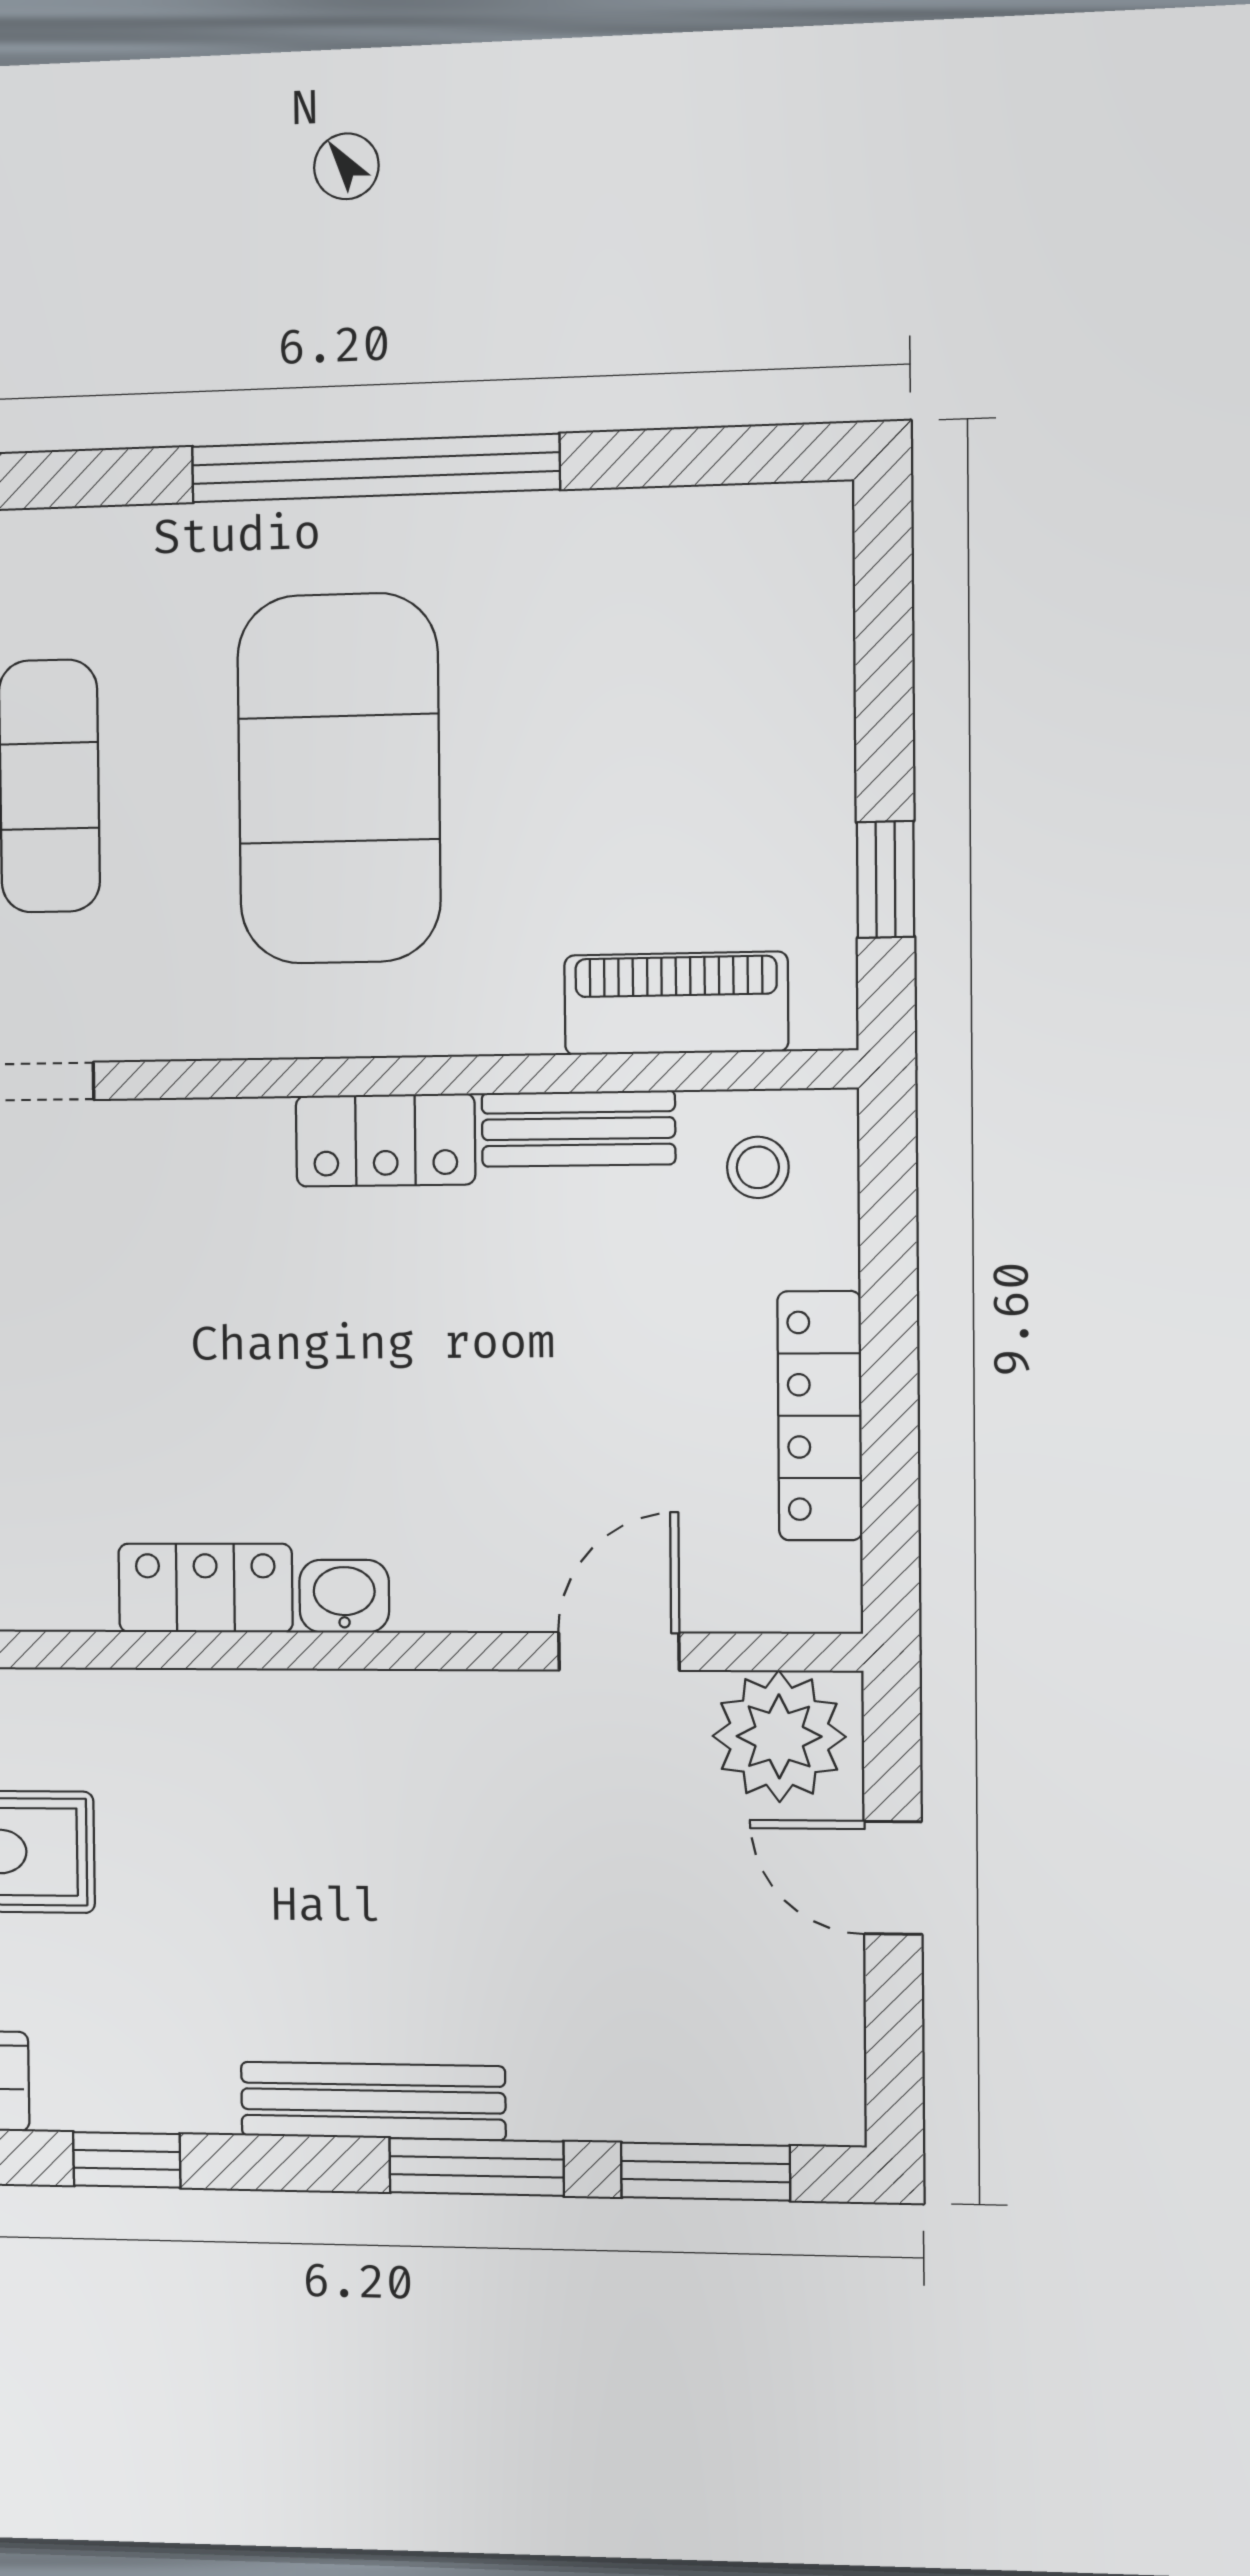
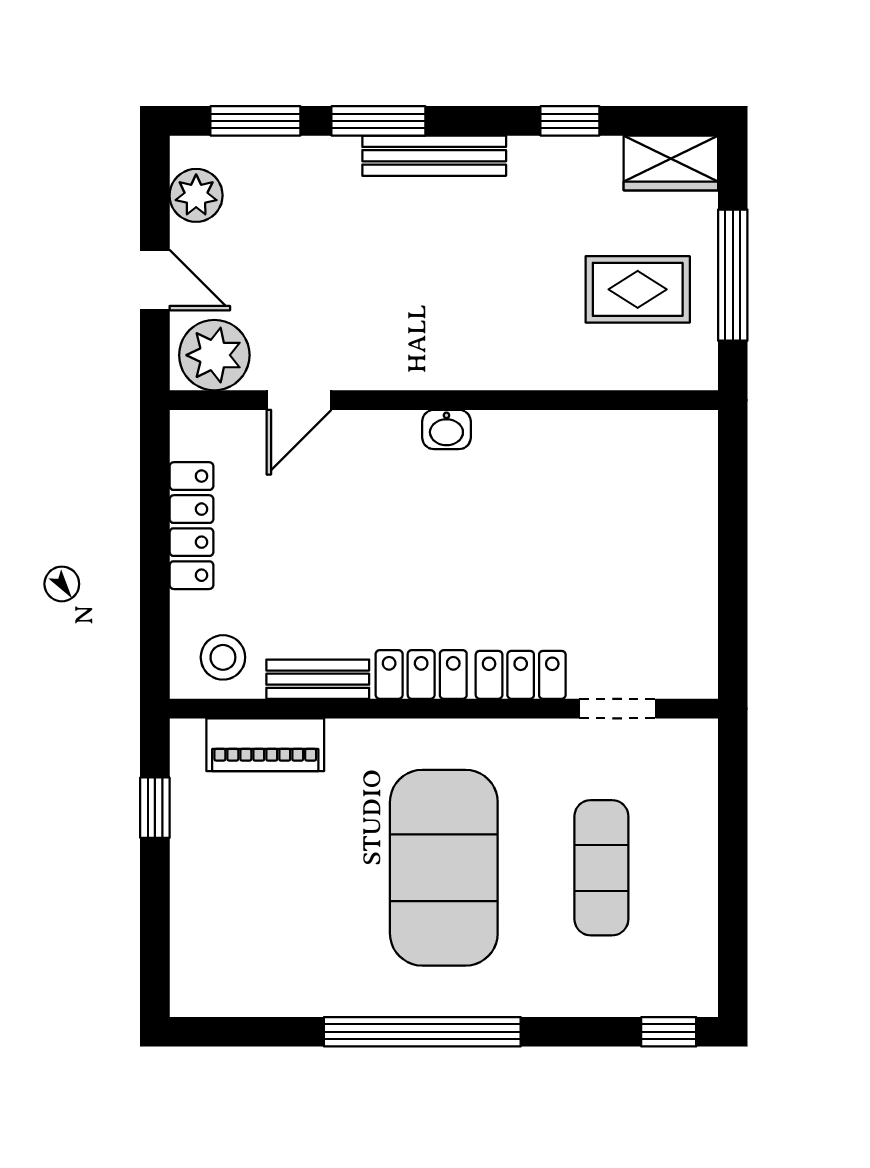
stool: (758, 1167) -> (223, 657), width x1.37, depth x1.37
locker: (205, 1588) -> (521, 675), moved, turned 180
plant: (816, 2035) -> (196, 195), added

